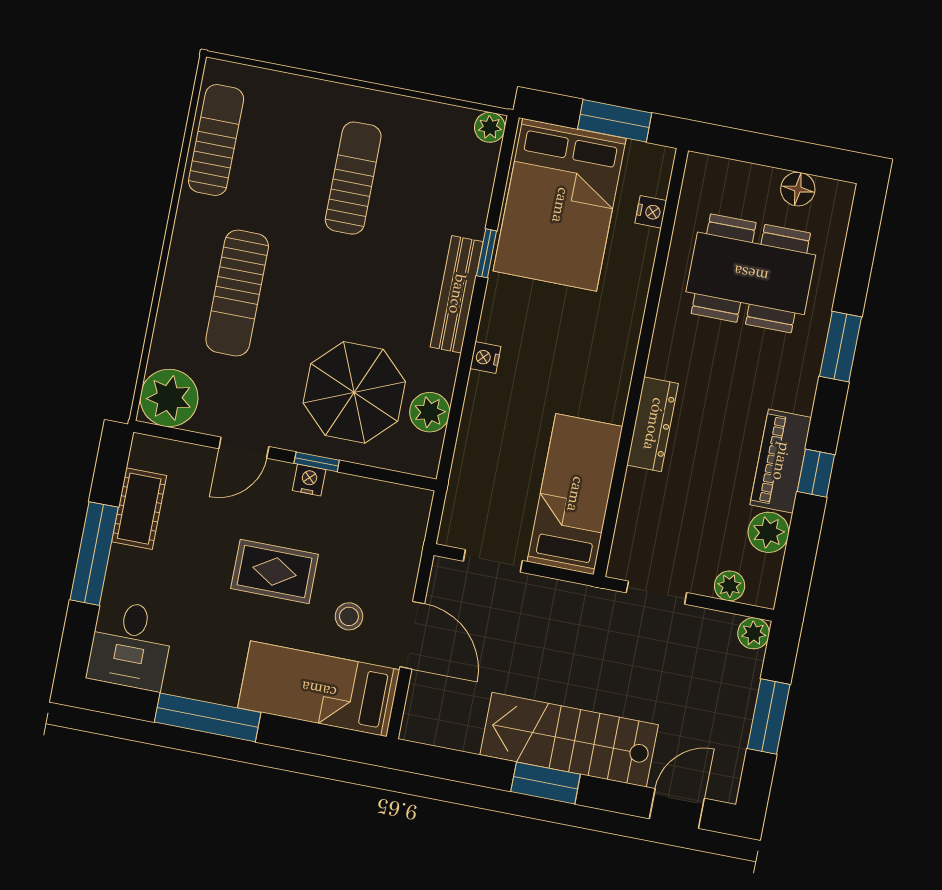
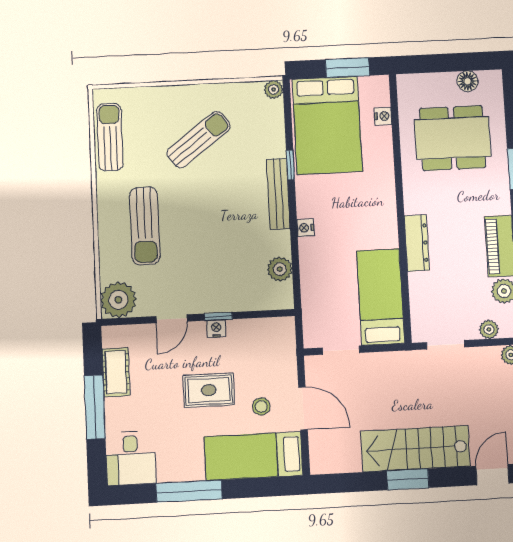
sun lounger: (353, 178) -> (199, 140), turned 53
parasol: (354, 392) -> (231, 268), removed

